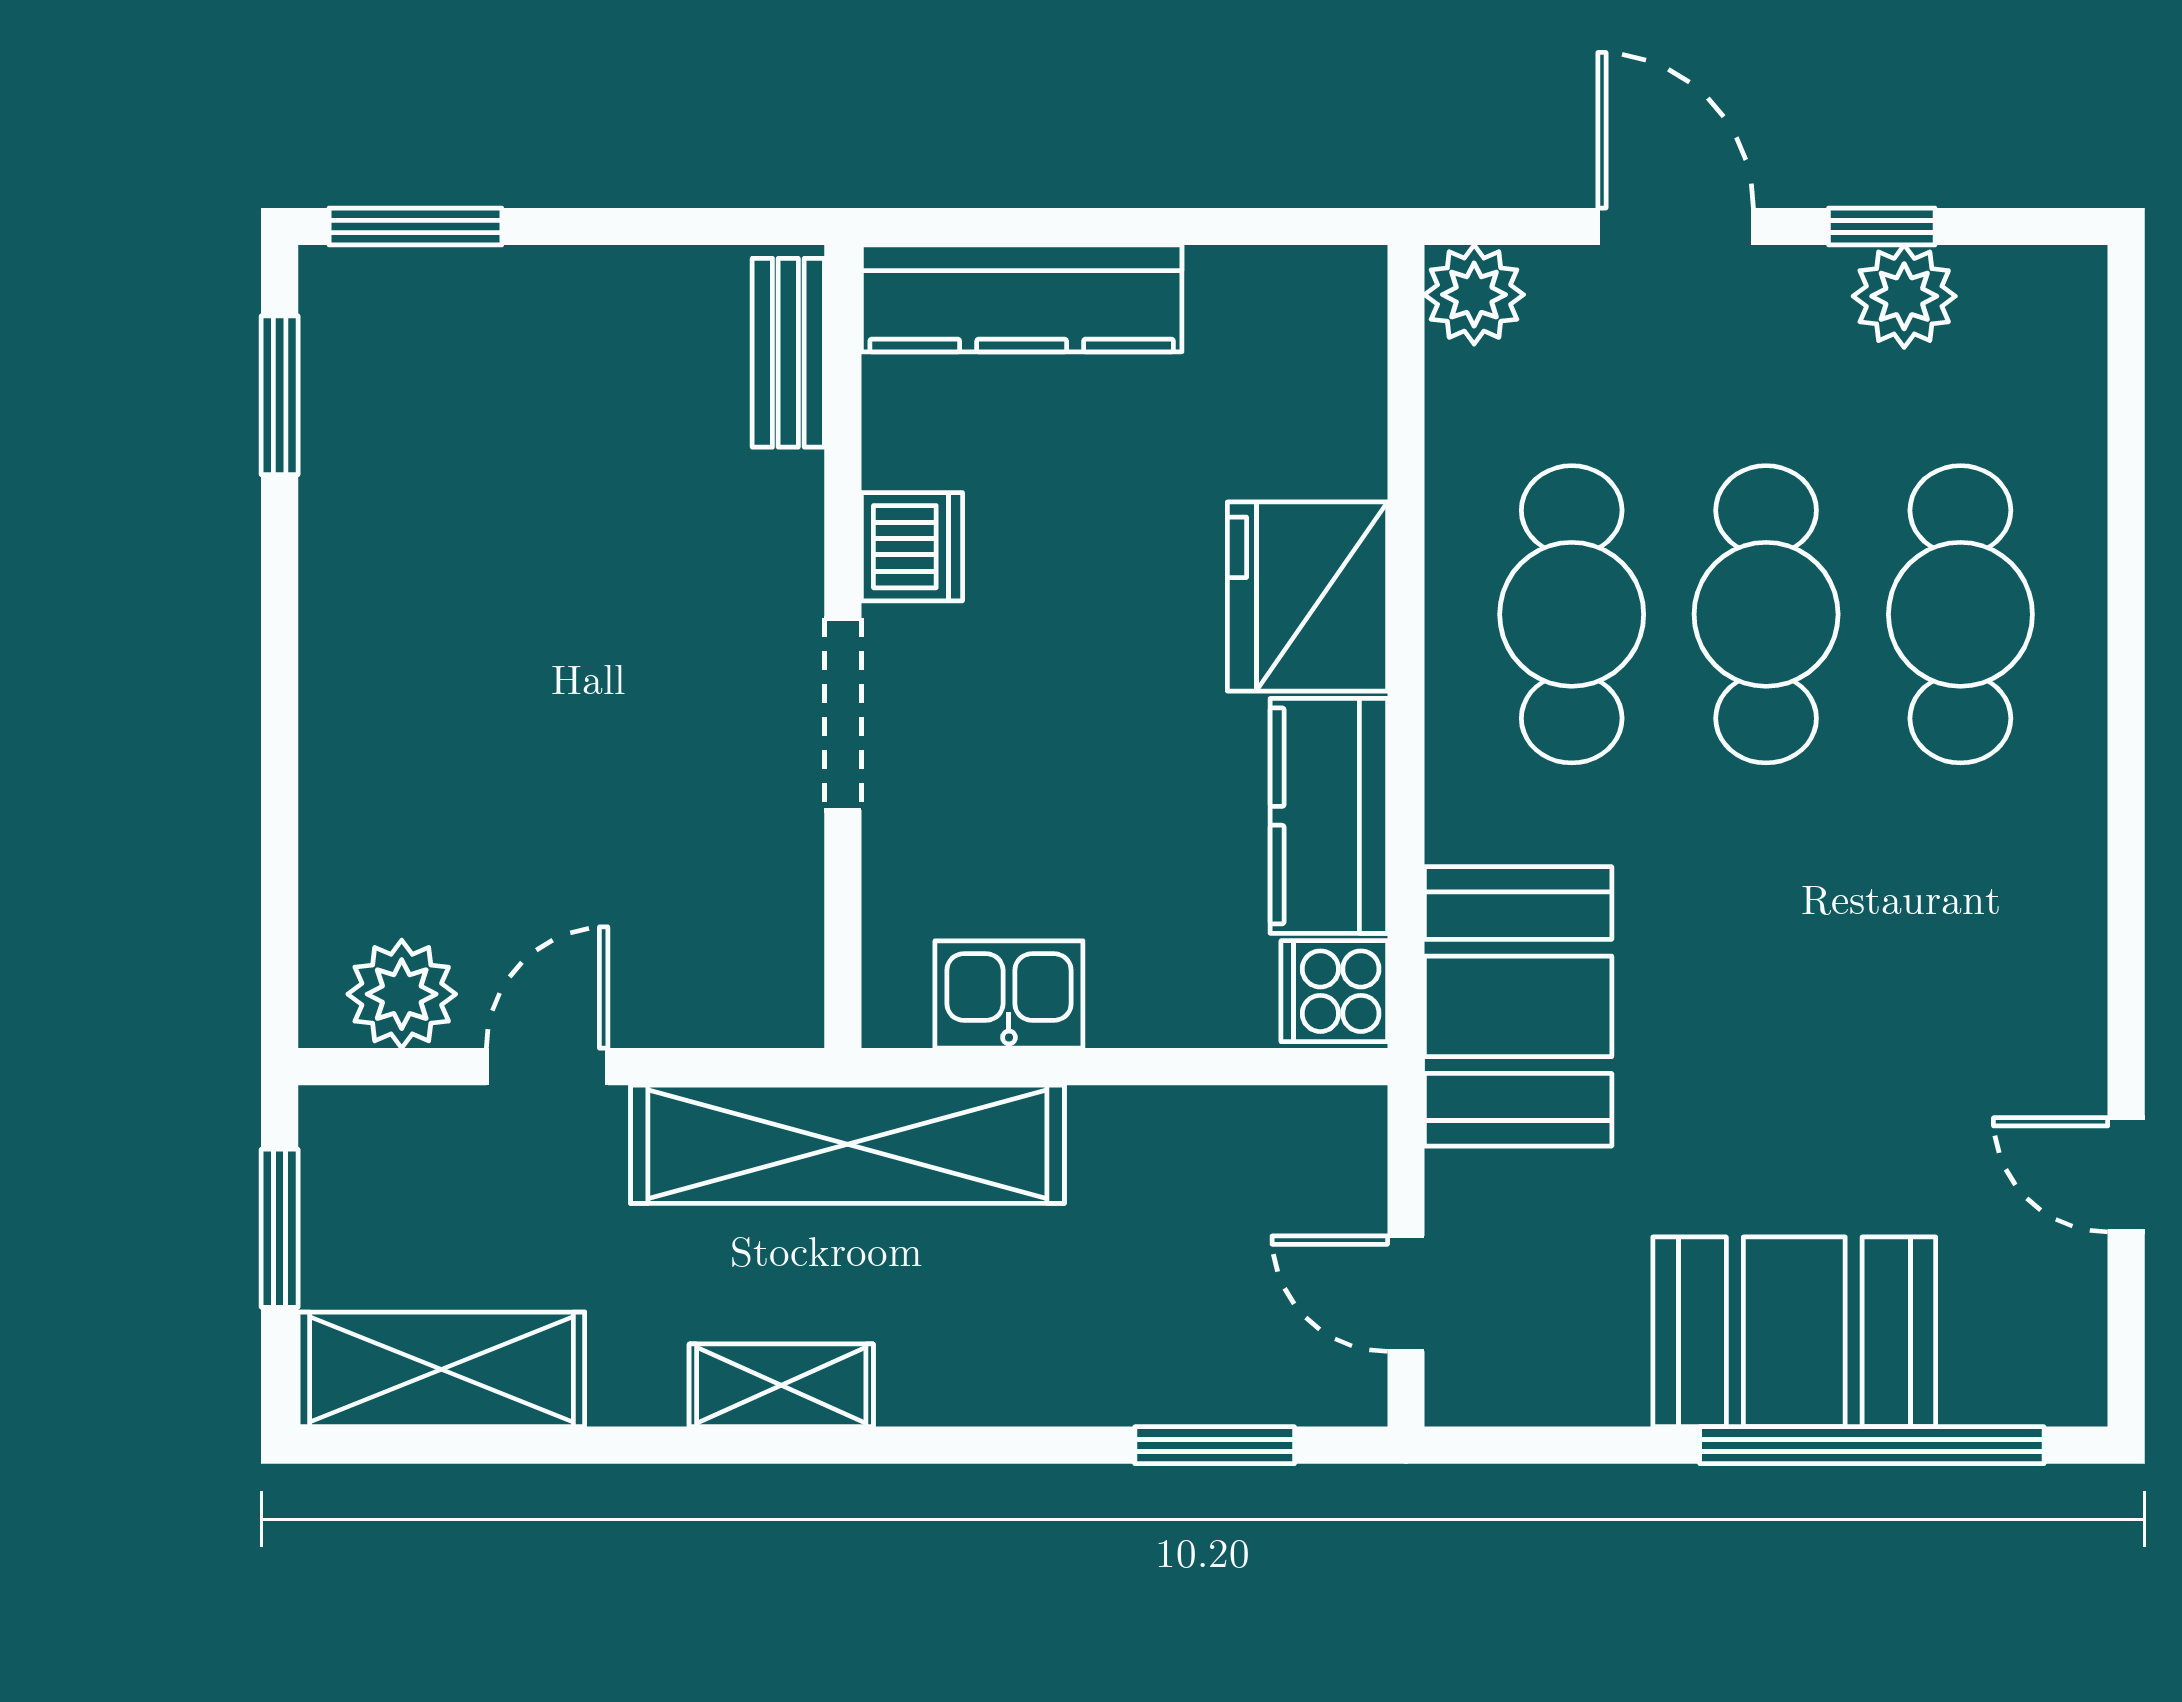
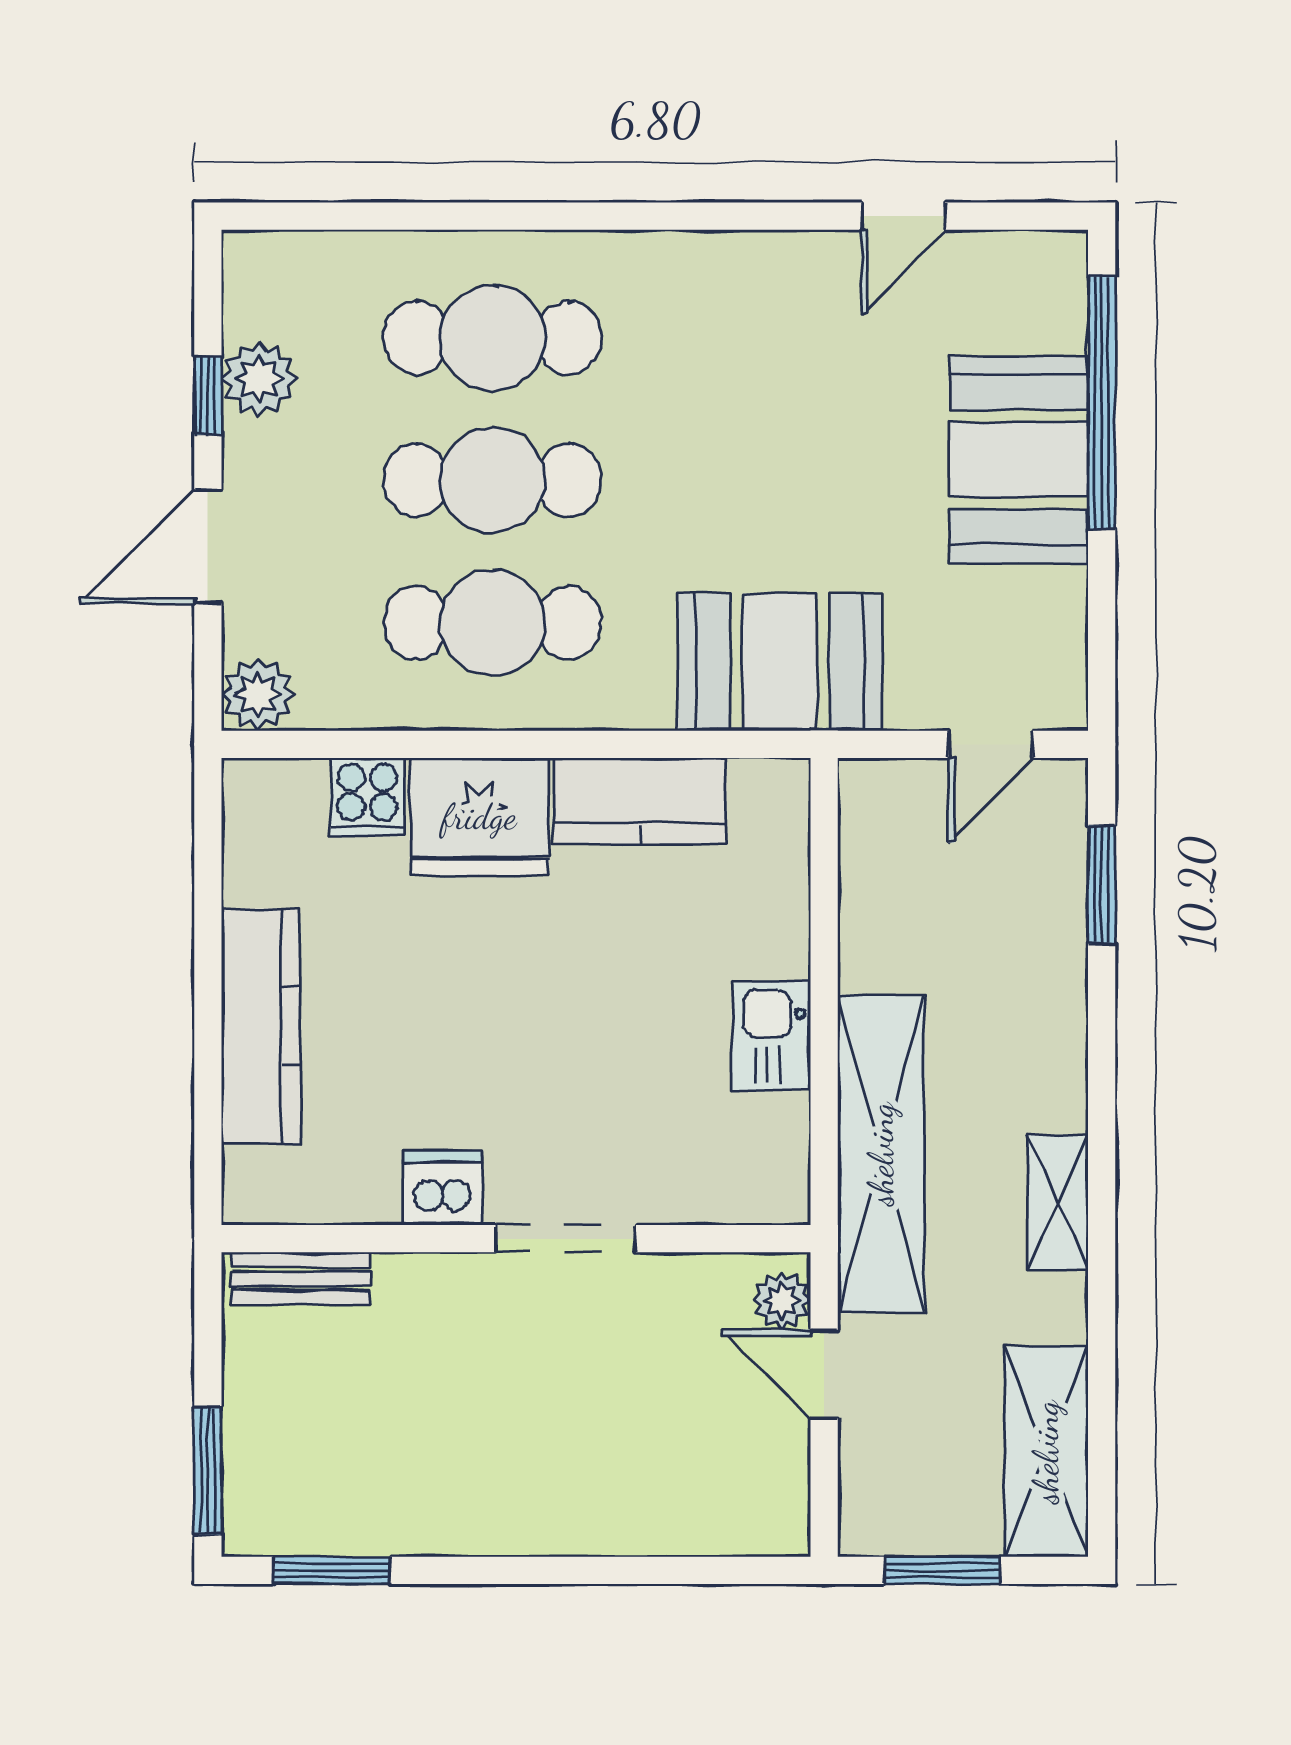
bench: (788, 353) -> (301, 1279), moved
dishwasher: (912, 547) -> (443, 1188), moved
wall: (843, 647) -> (516, 1239), moved
doorway: (843, 714) -> (566, 1239), moved
cooker: (1334, 991) -> (367, 797), moved
plant: (402, 994) -> (782, 1300), moved, width x0.73, depth x0.73

